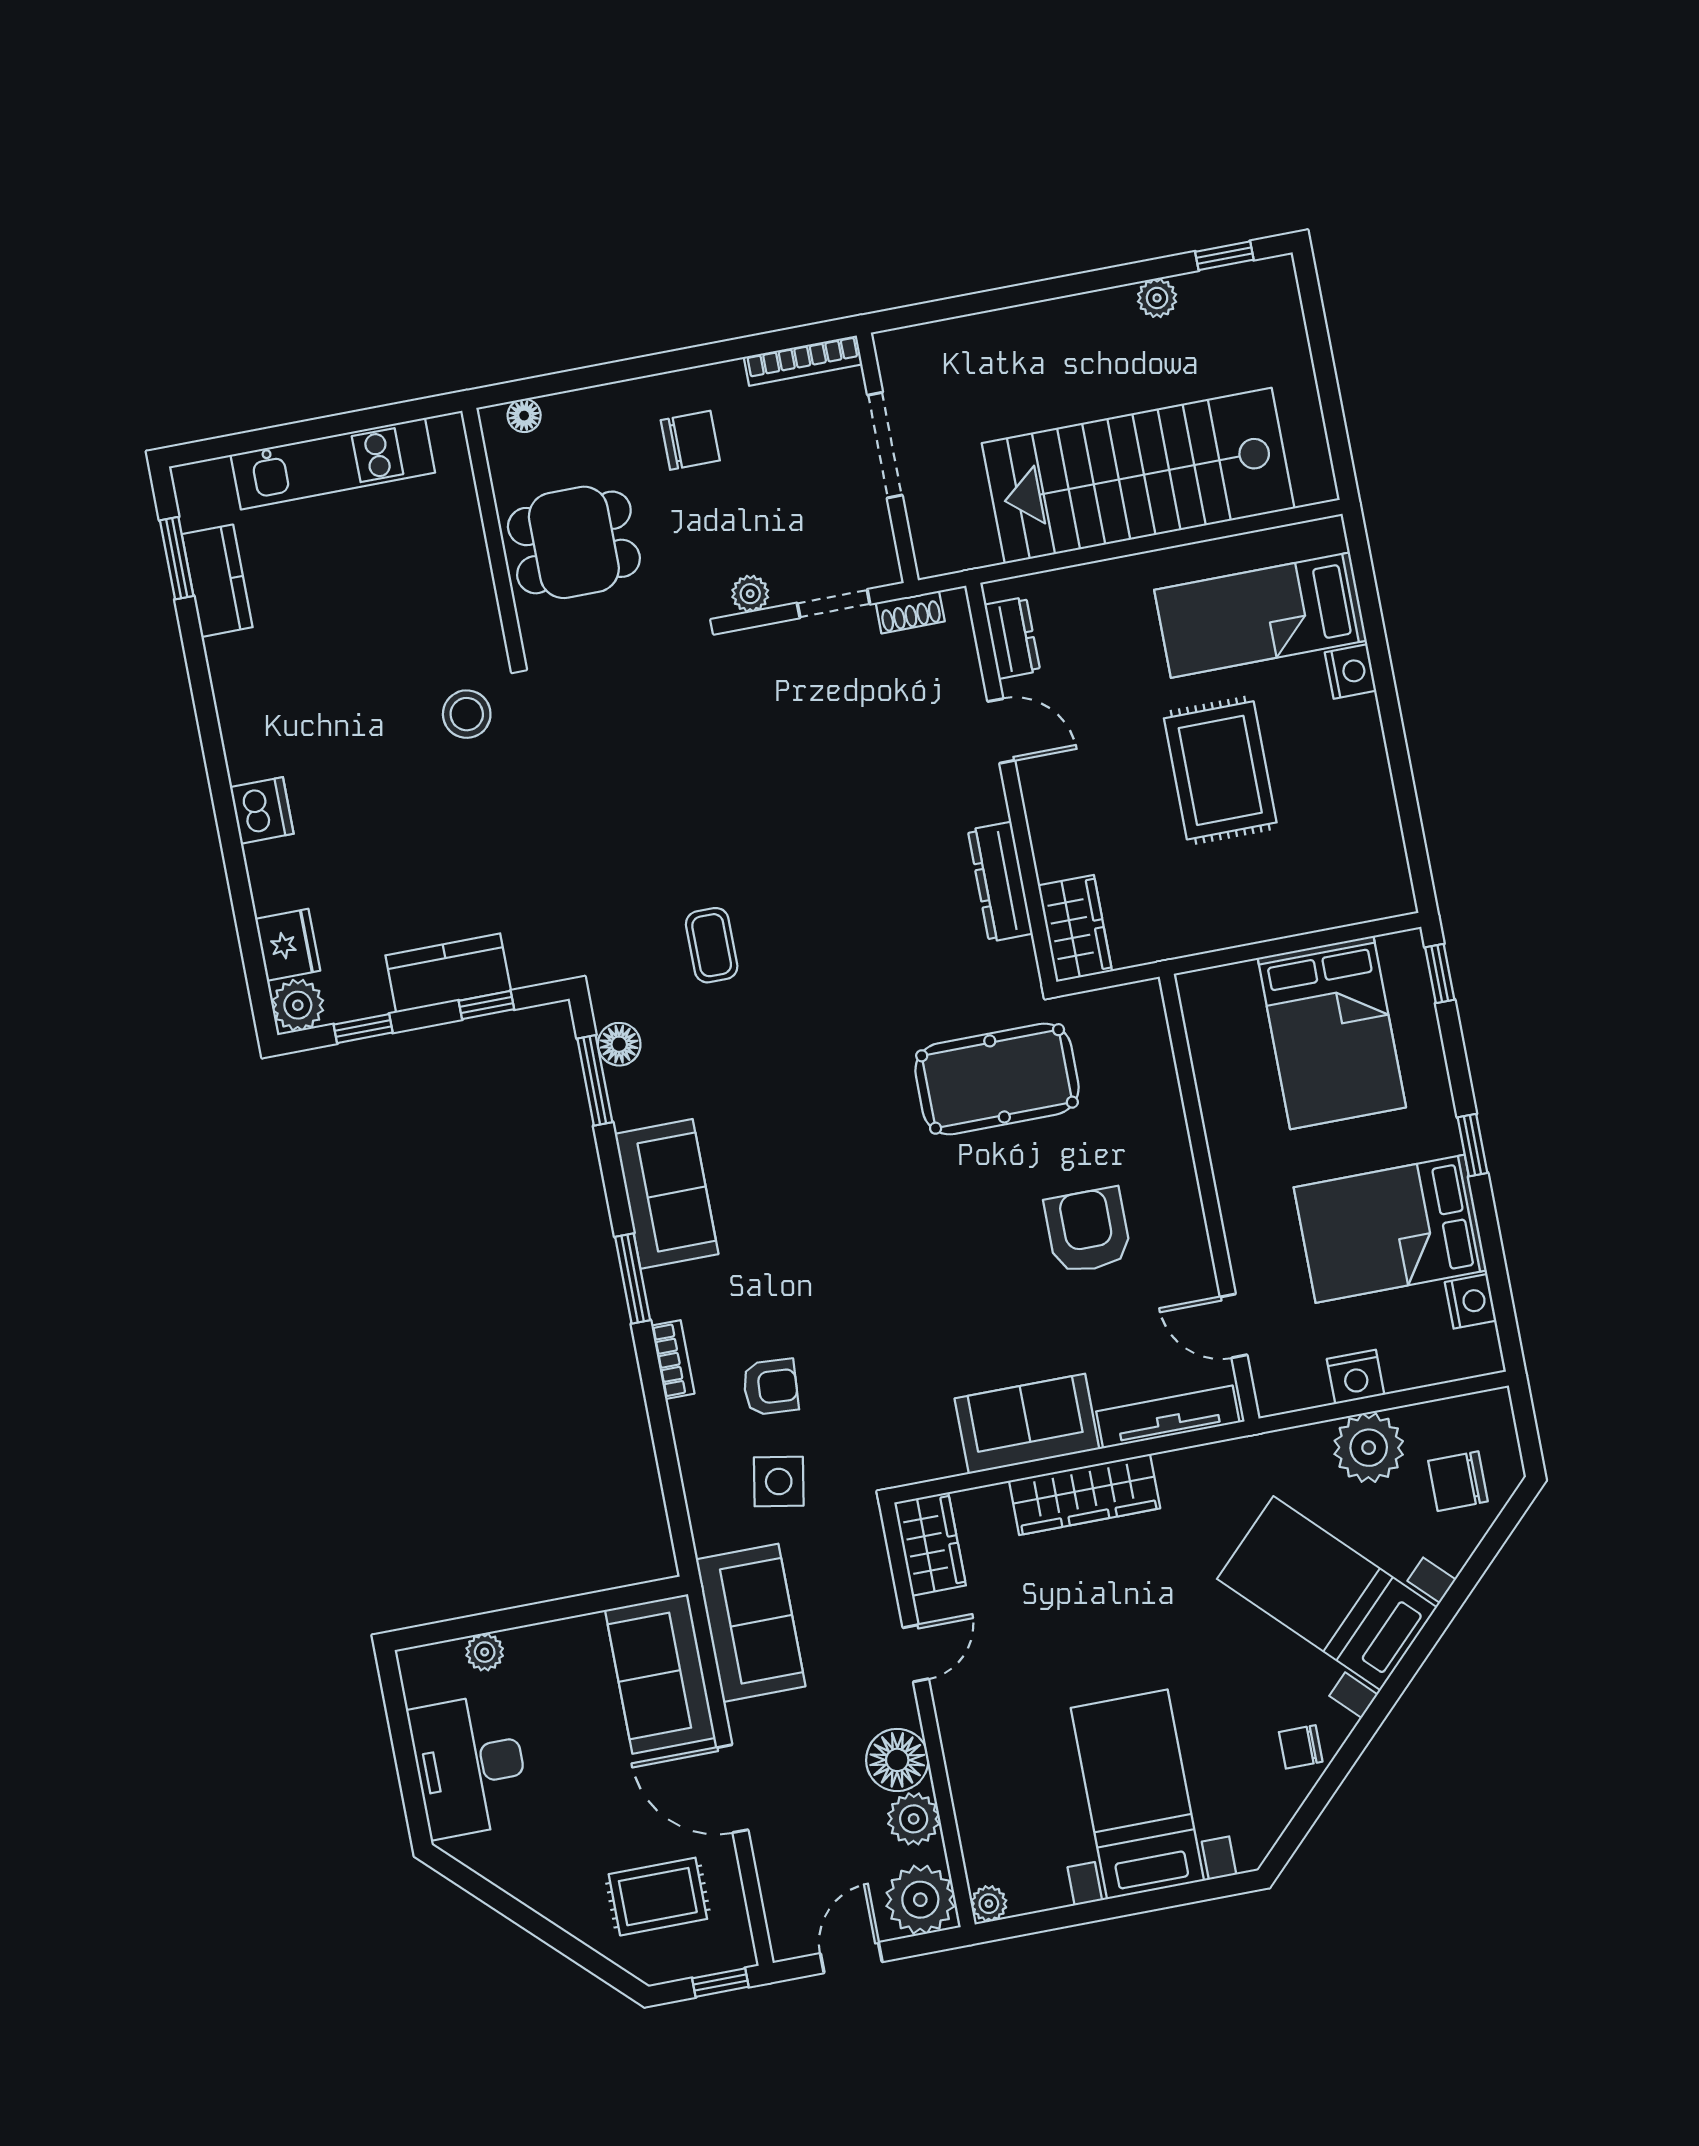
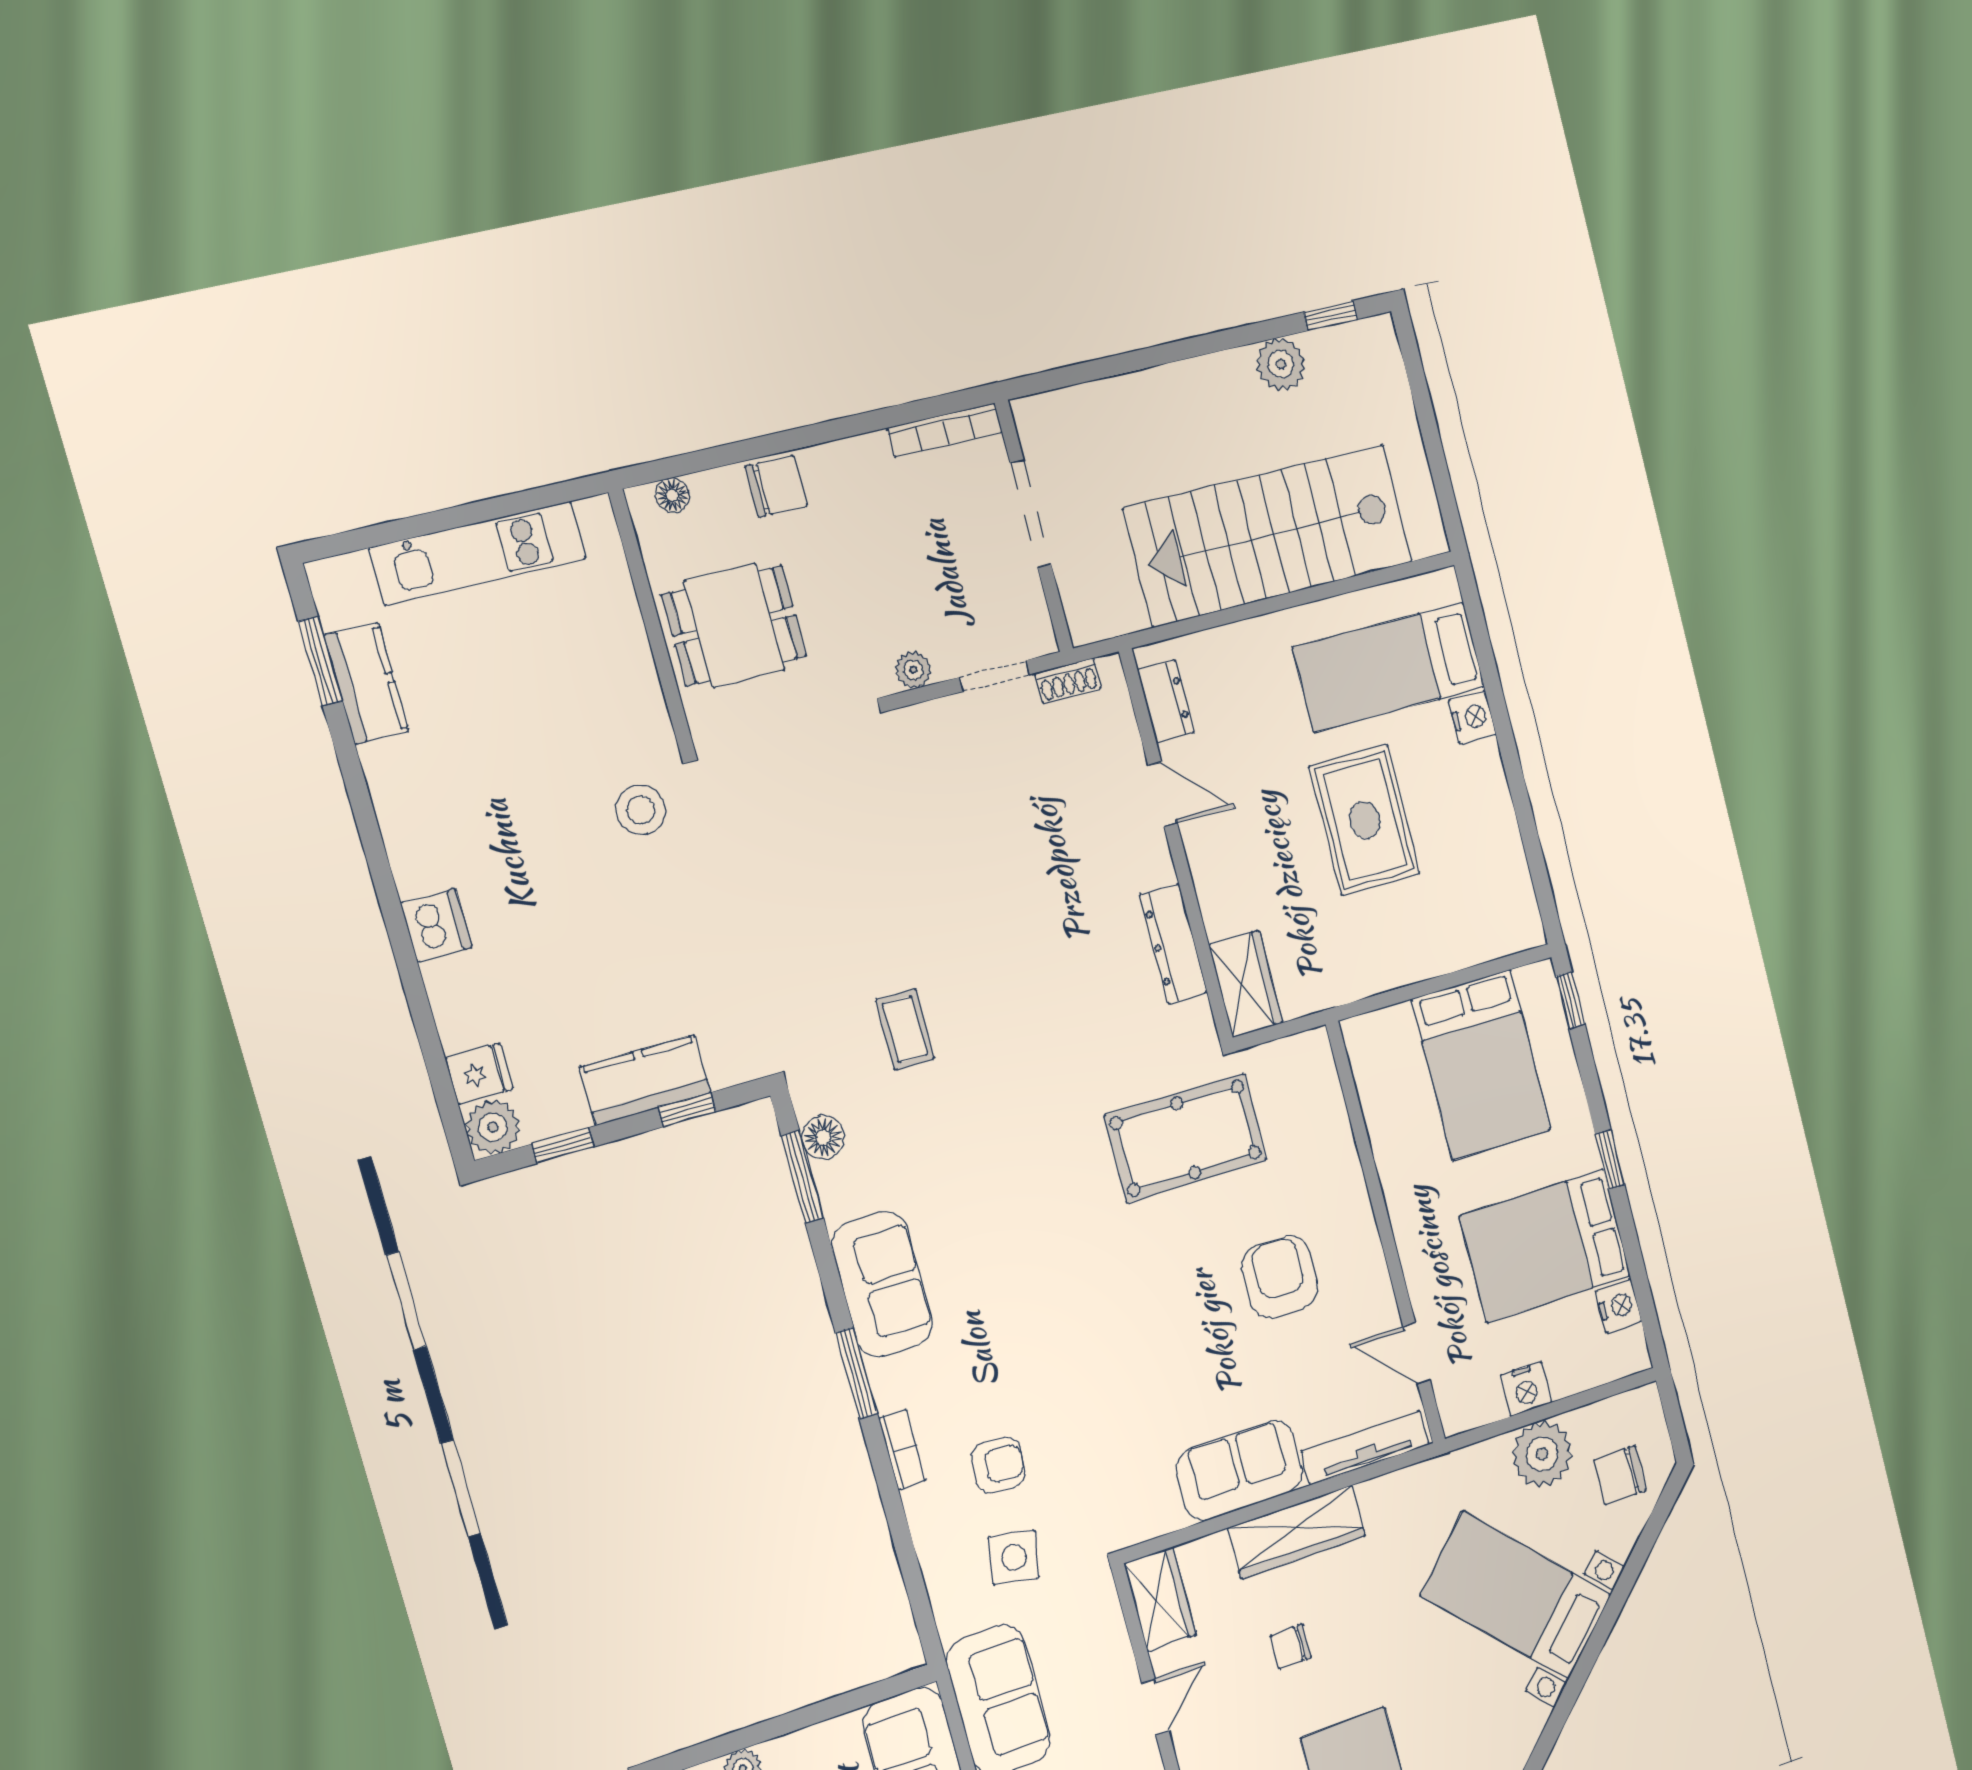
plant: (1157, 298) -> (1281, 364), width x1.38, depth x1.38
chair: (690, 440) -> (776, 486), moved
fridge: (288, 945) -> (479, 1074), width x0.72
chair: (1301, 1747) -> (1290, 1646), moved

